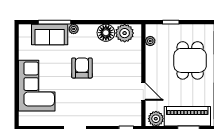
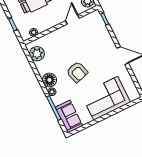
floor lamp: (106, 33) -> (49, 80), moved
sofa: (50, 34) -> (69, 116), moved
armchair: (82, 68) -> (77, 72), turned -107

